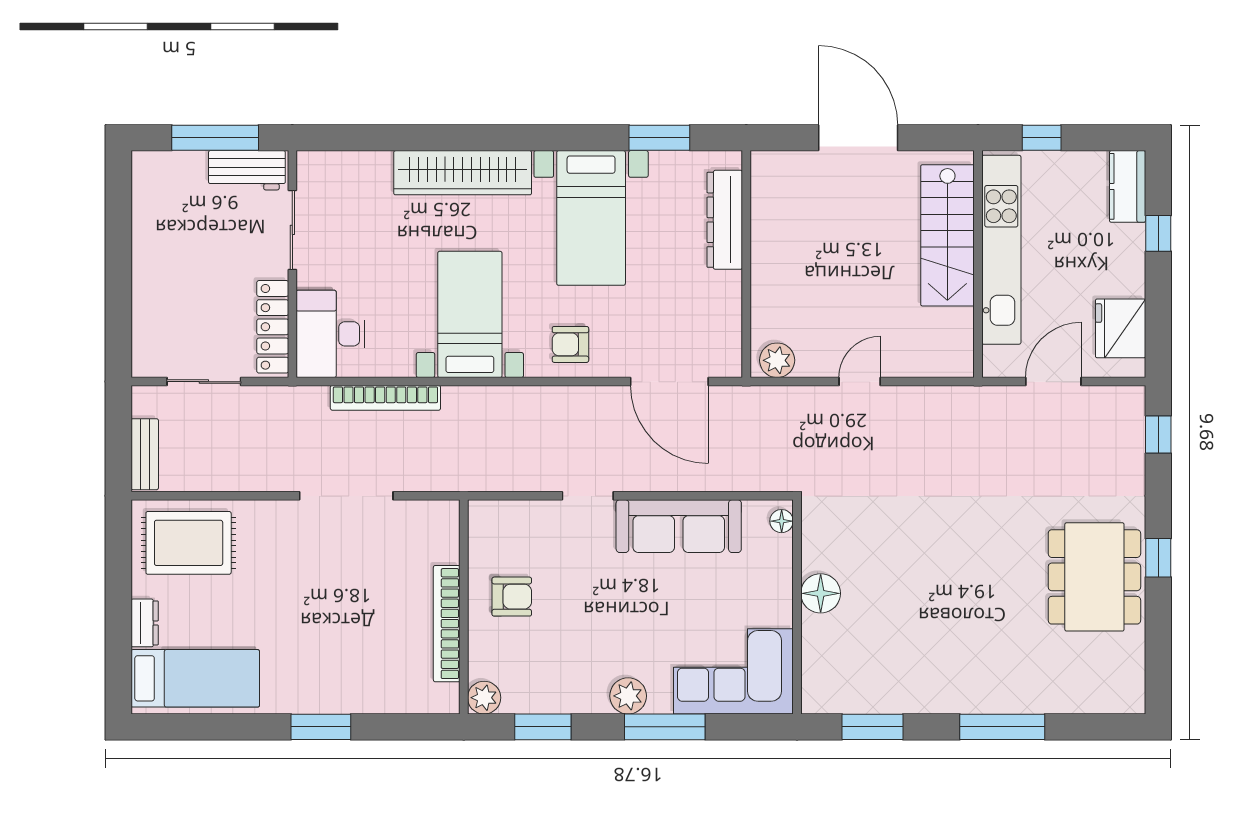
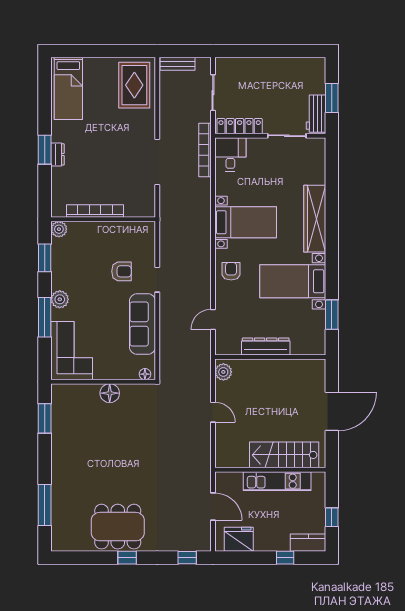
window: (215, 138) -> (332, 98), width x0.69
window: (1042, 138) -> (332, 517), moved
dresser: (725, 220) -> (266, 346), moved
kitchen unit: (1001, 250) -> (277, 481), width x0.73
desk: (331, 334) -> (230, 154), width x0.73
door: (669, 382) -> (213, 319), width x0.53
bookcase: (385, 398) -> (205, 150), moved
armchair: (512, 597) -> (121, 271), moved, turned -90
dresser: (145, 623) -> (57, 154), moved, turned -90
window: (1002, 727) -> (45, 505), moved

